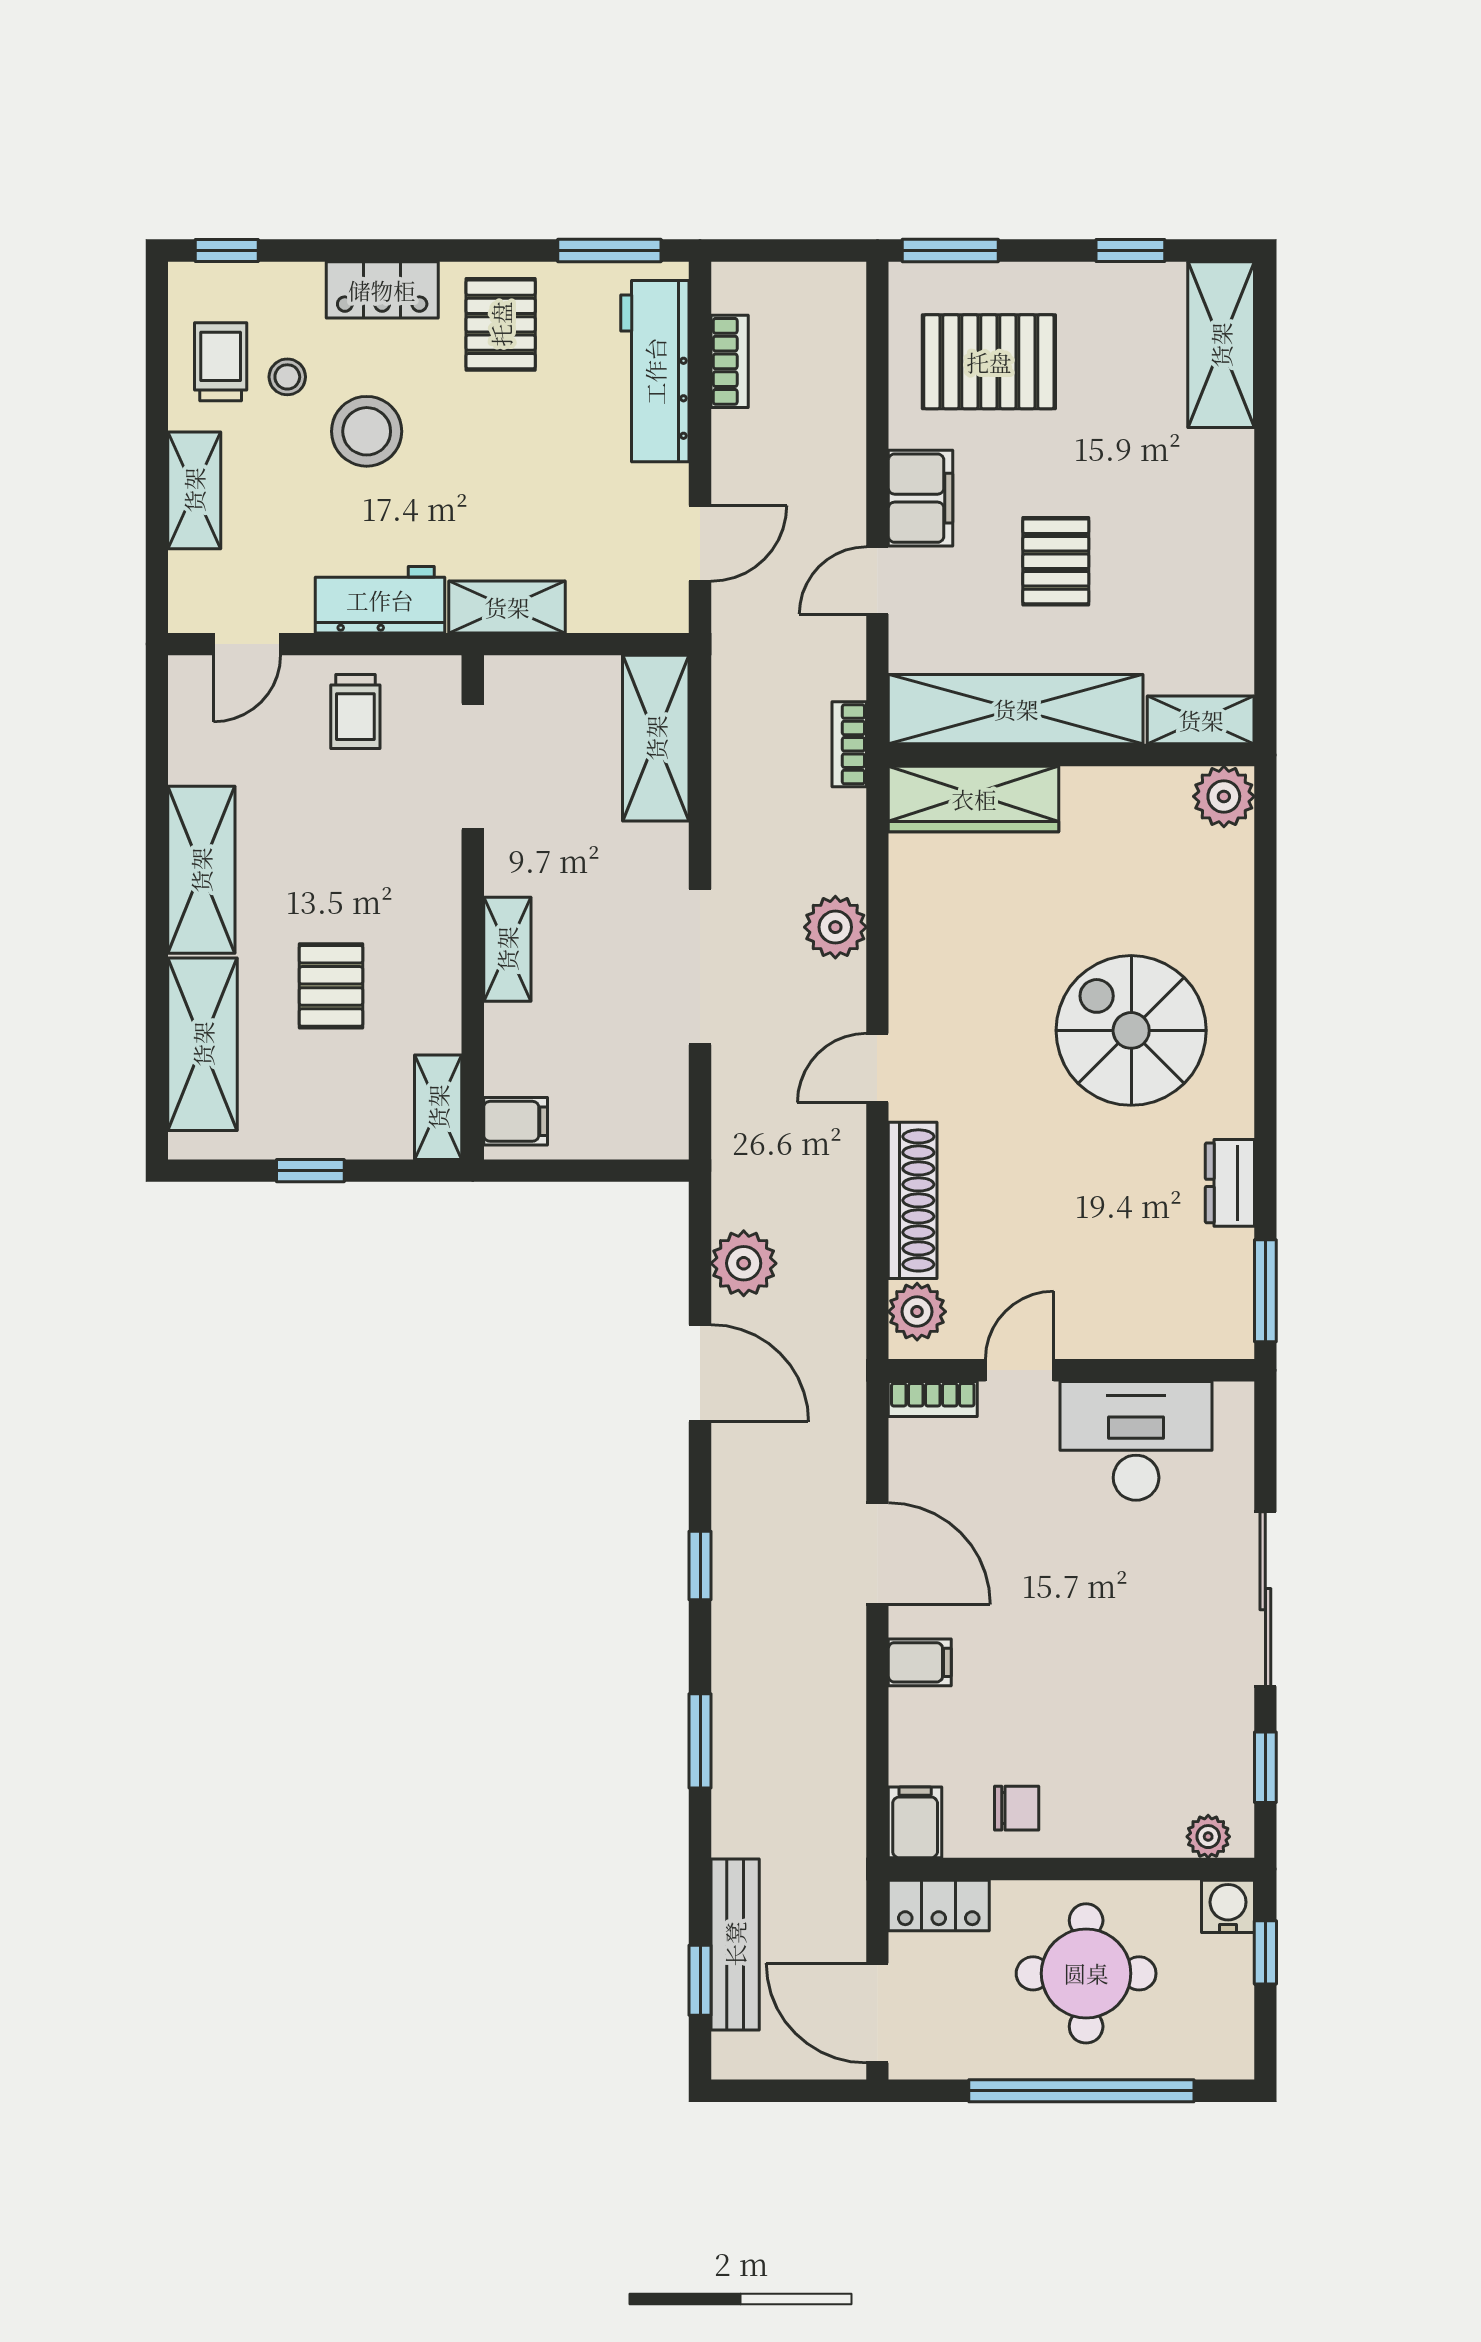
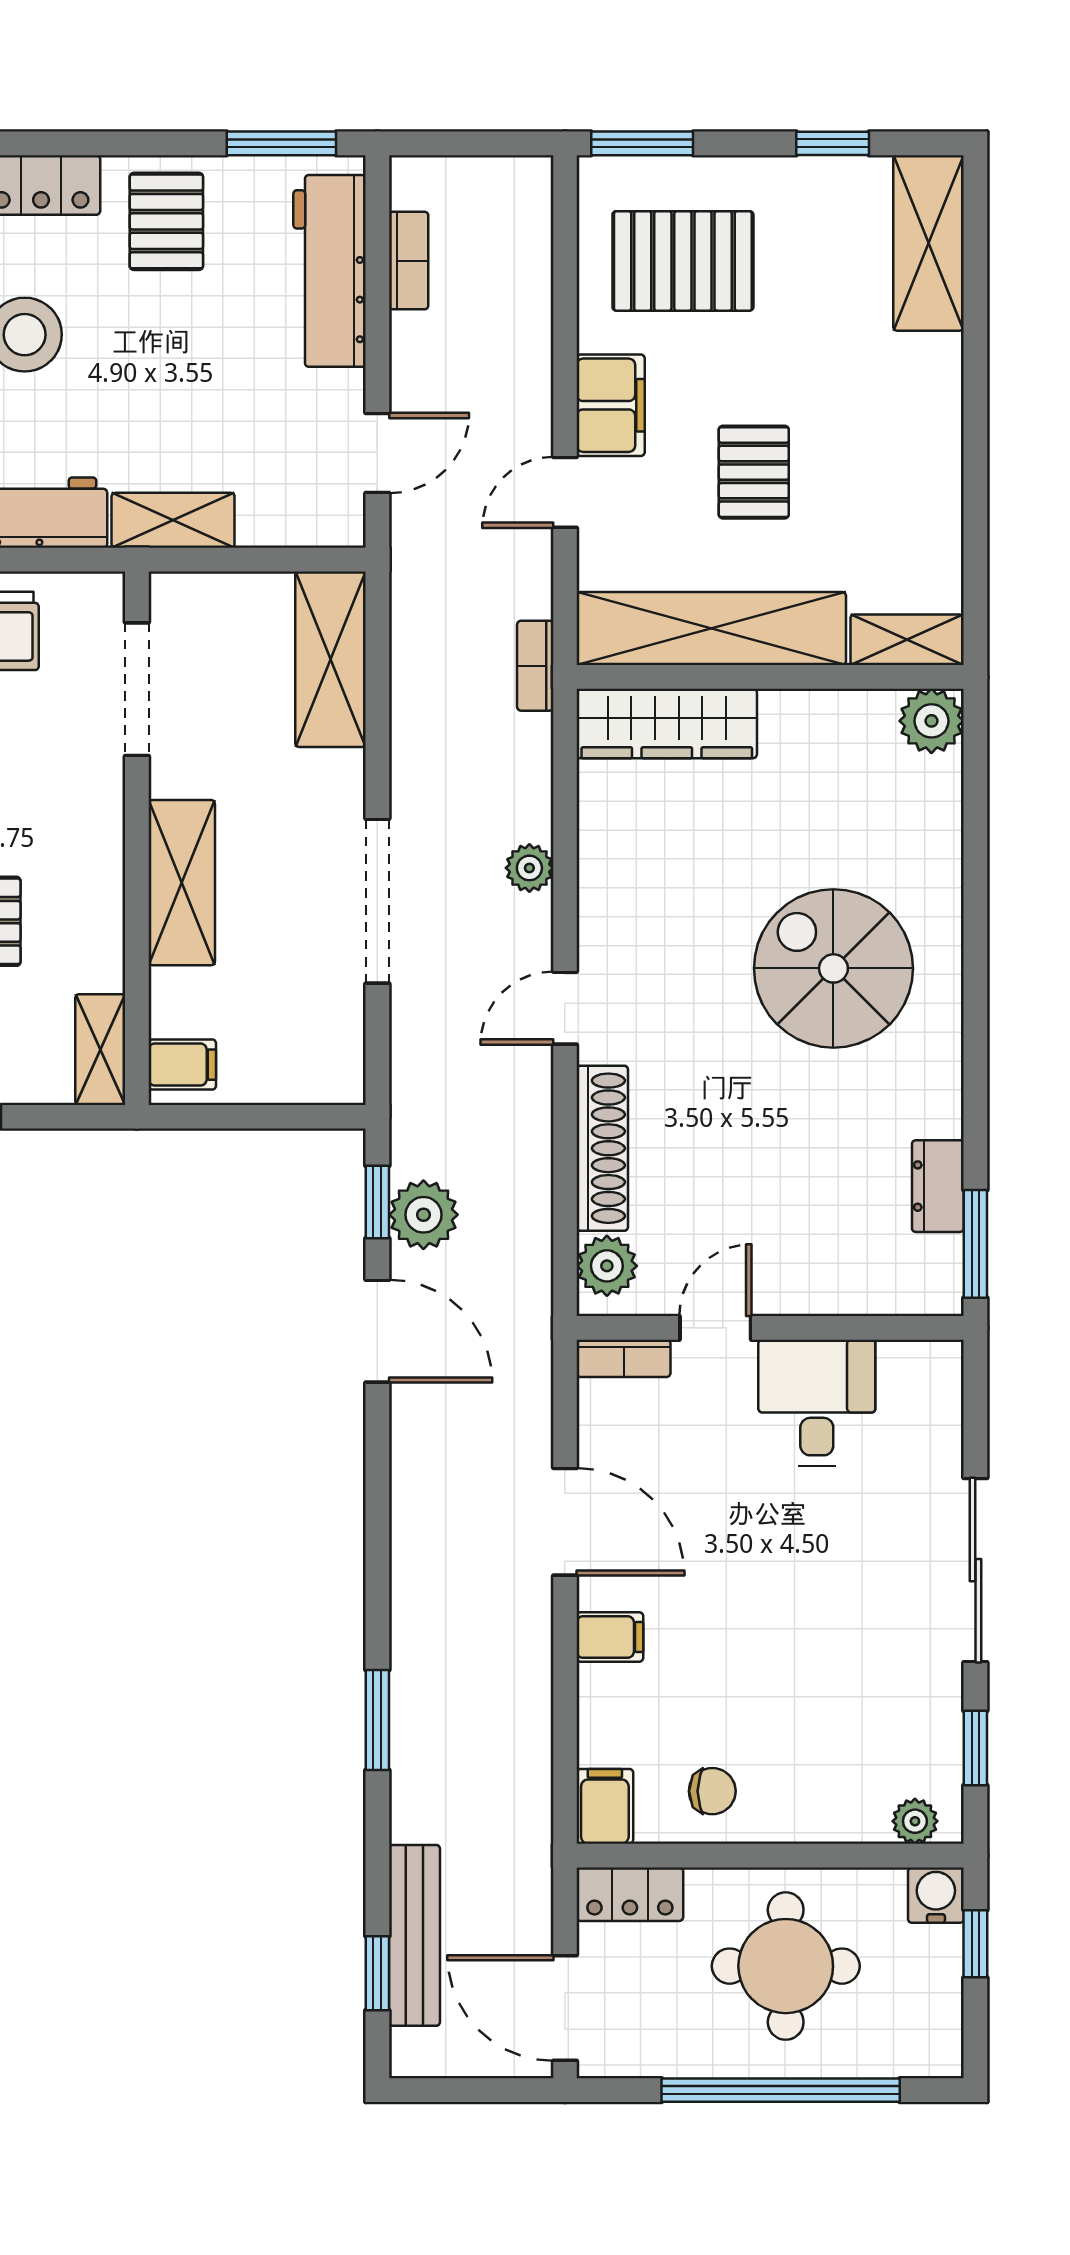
plant: (835, 927) -> (529, 868), width x0.73, depth x0.73
shelving: (507, 949) -> (182, 883), width x1.50, depth x1.33
dresser: (1230, 1183) -> (938, 1186), moved
desk: (1136, 1441) -> (817, 1403), width x0.73
window: (700, 1566) -> (377, 1202), moved

